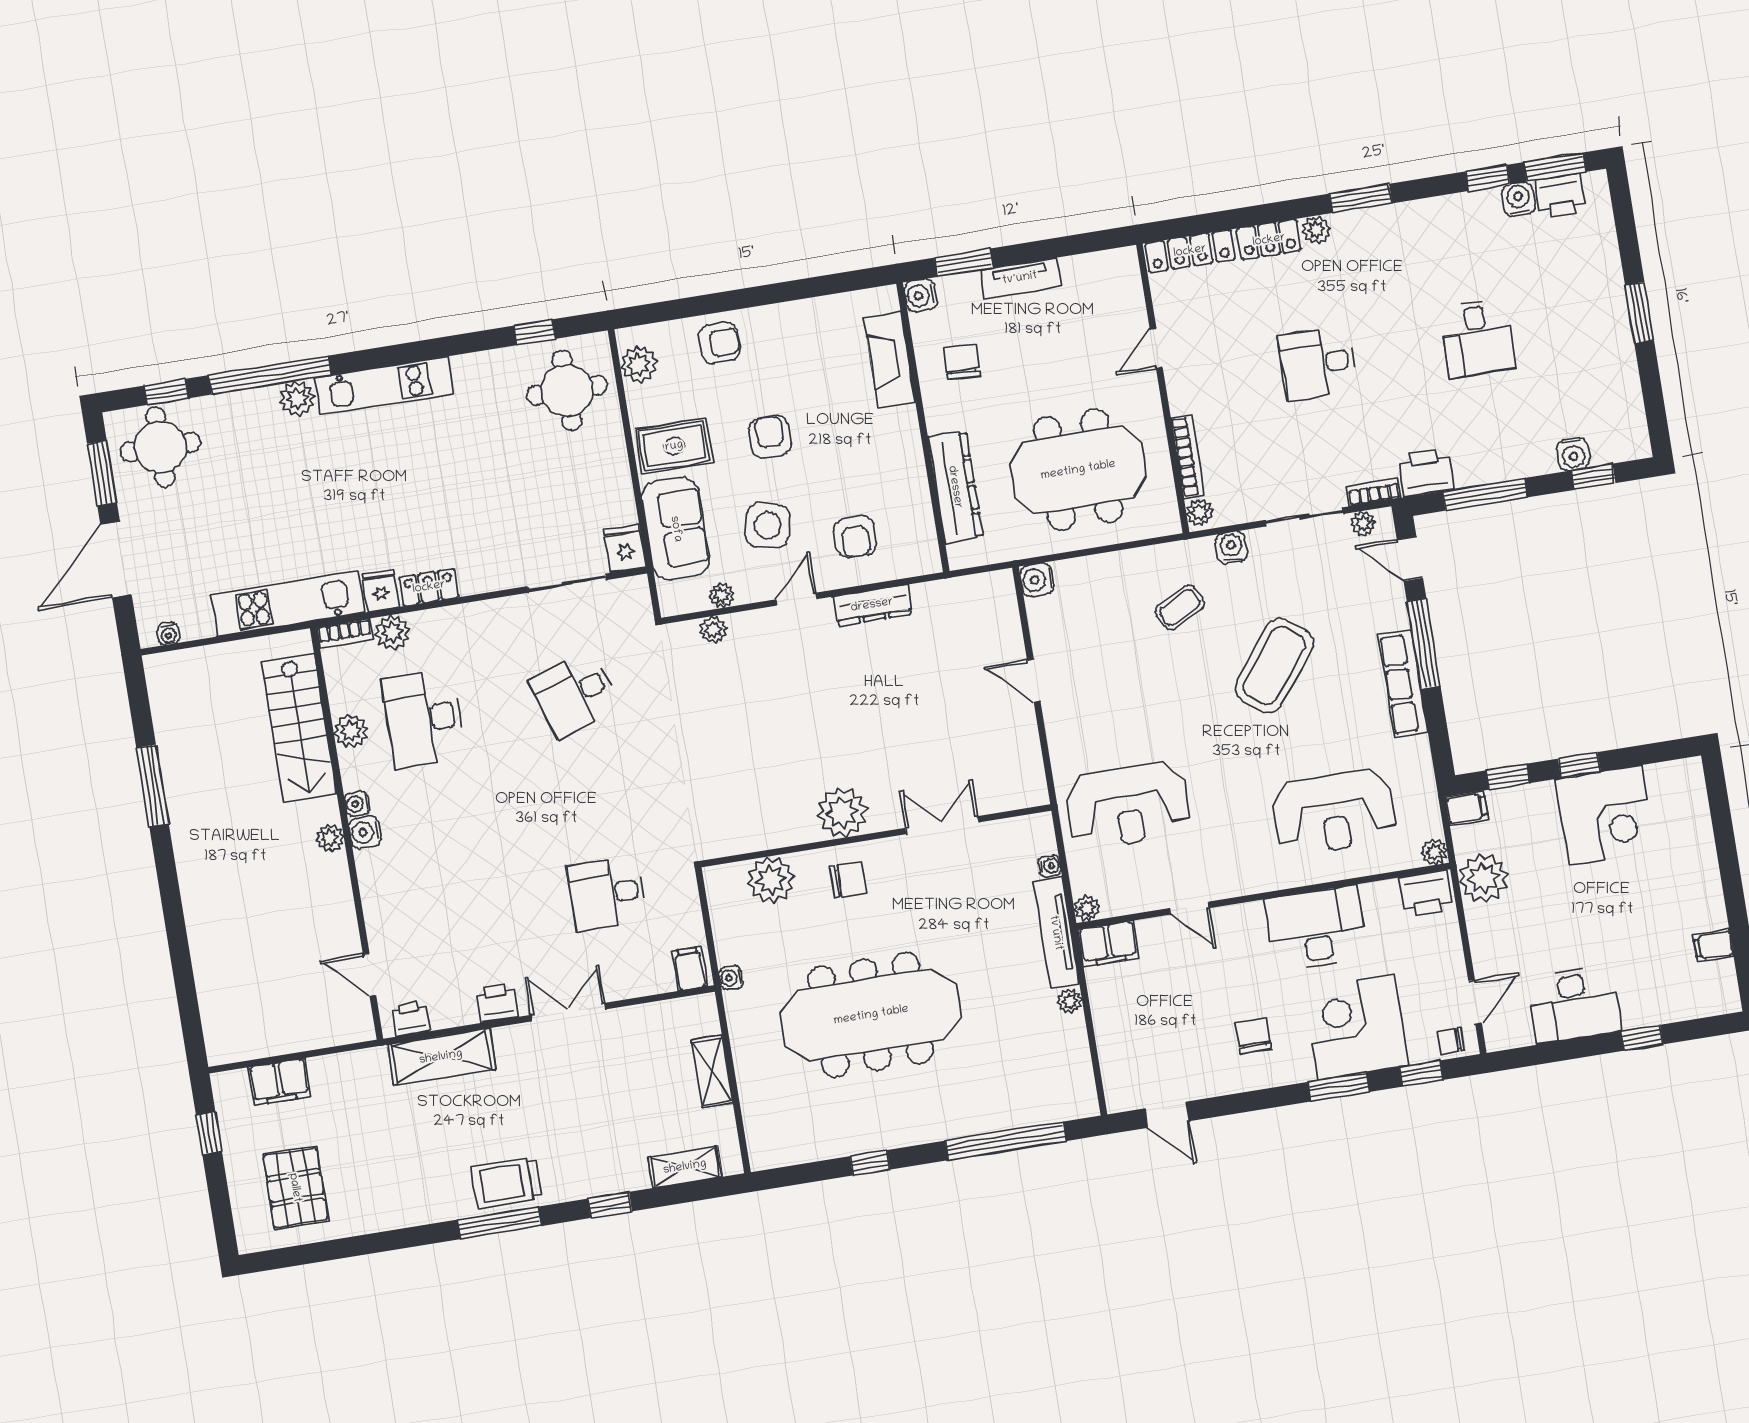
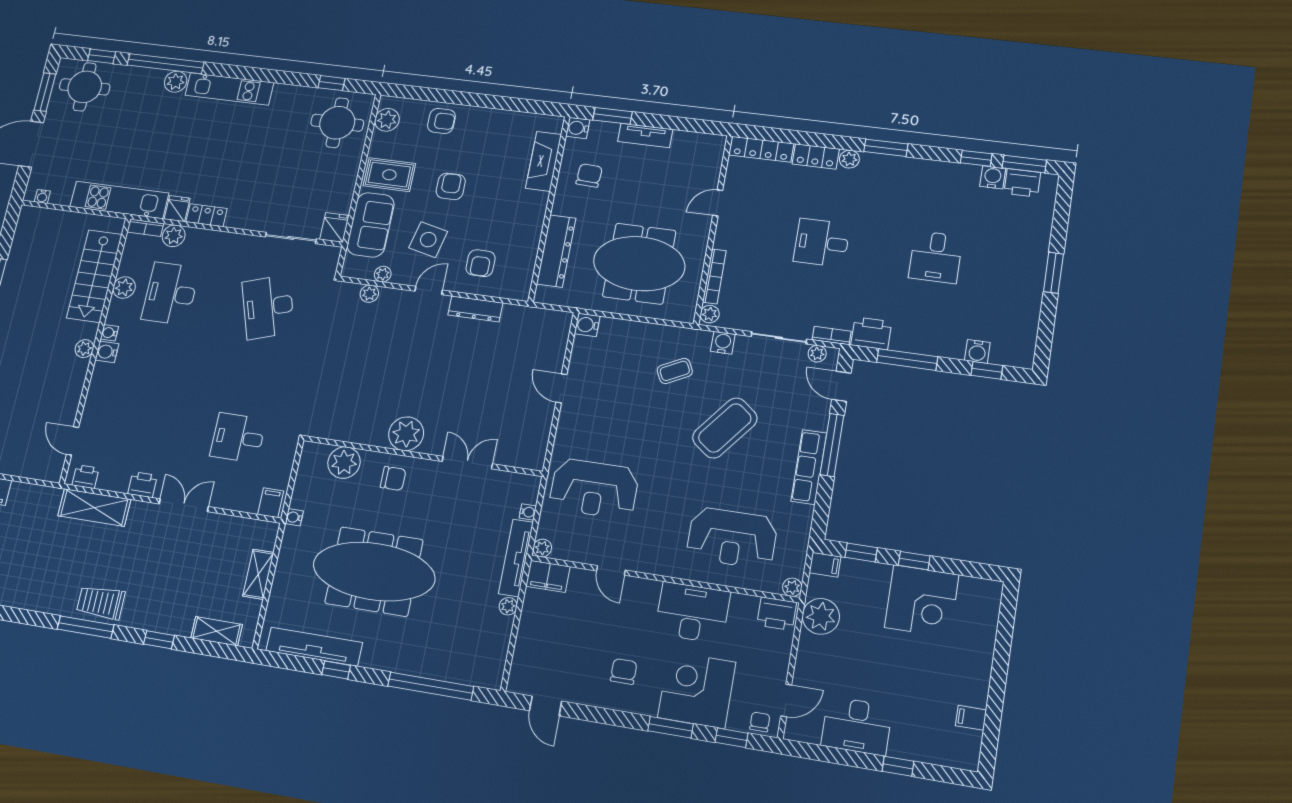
desk: (575, 694) -> (268, 307), width x1.37
chair: (1451, 1041) -> (760, 722), turned 90
tv unit: (828, 1142) -> (314, 647), added

